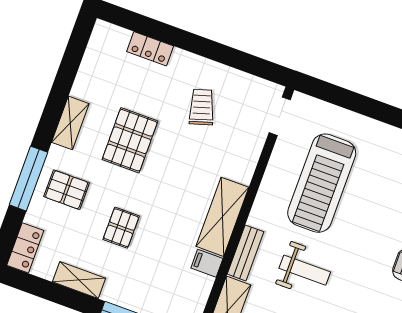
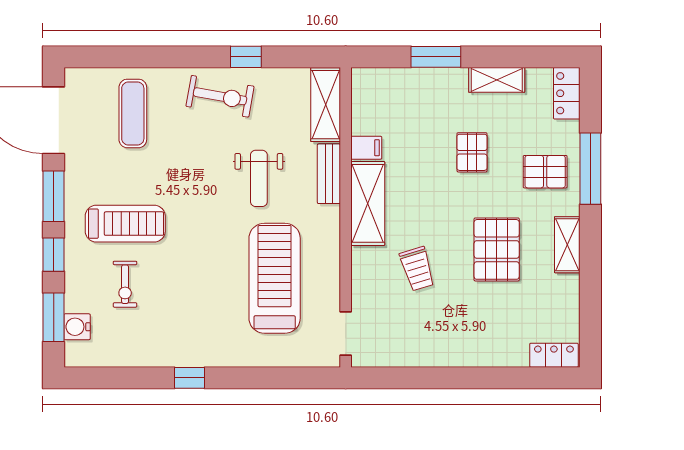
locker: (150, 49) -> (554, 355), moved
trolley: (202, 107) -> (417, 269), moved
weight bench: (305, 270) -> (259, 178), turned -90

